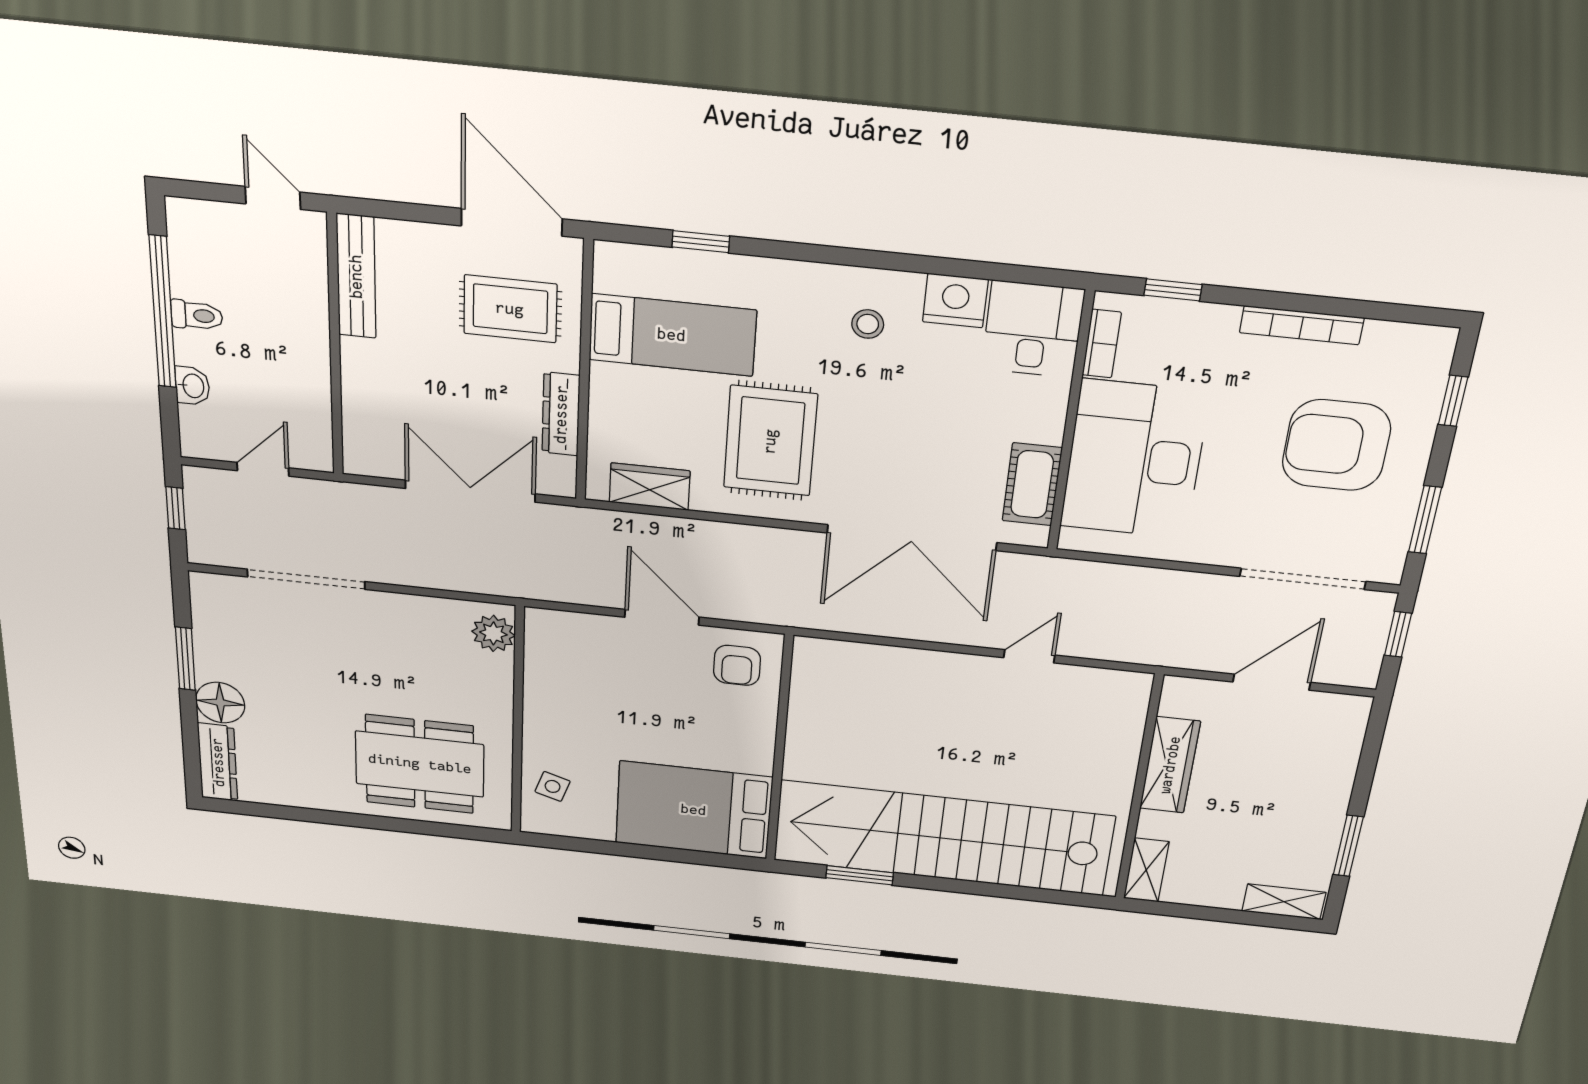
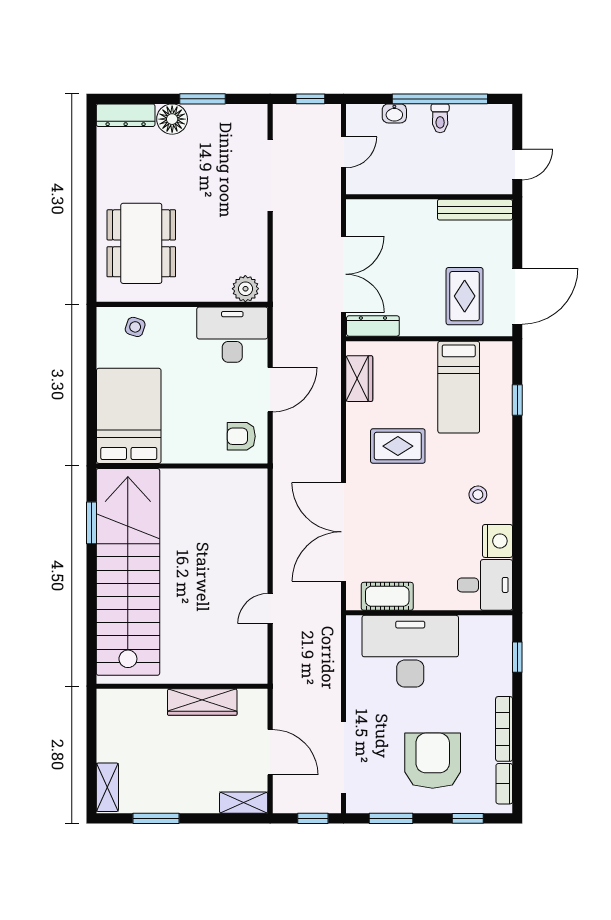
bookcase: (1102, 344) -> (504, 784), moved, turned 90
dresser: (561, 414) -> (373, 326), moved
rug: (770, 441) -> (398, 446), width x0.73, depth x0.70
door: (263, 469) -> (344, 152), hinge flipped
door: (1029, 656) -> (270, 609), swing flipped
desk: (569, 660) -> (232, 335), added
shelving: (1146, 870) -> (244, 803), moved

